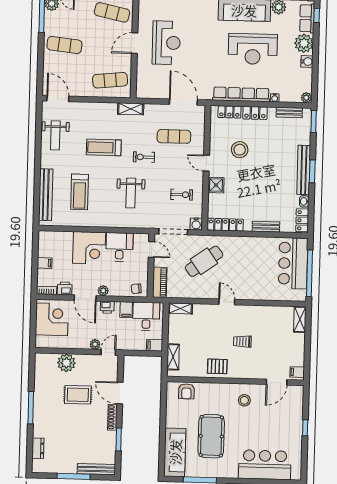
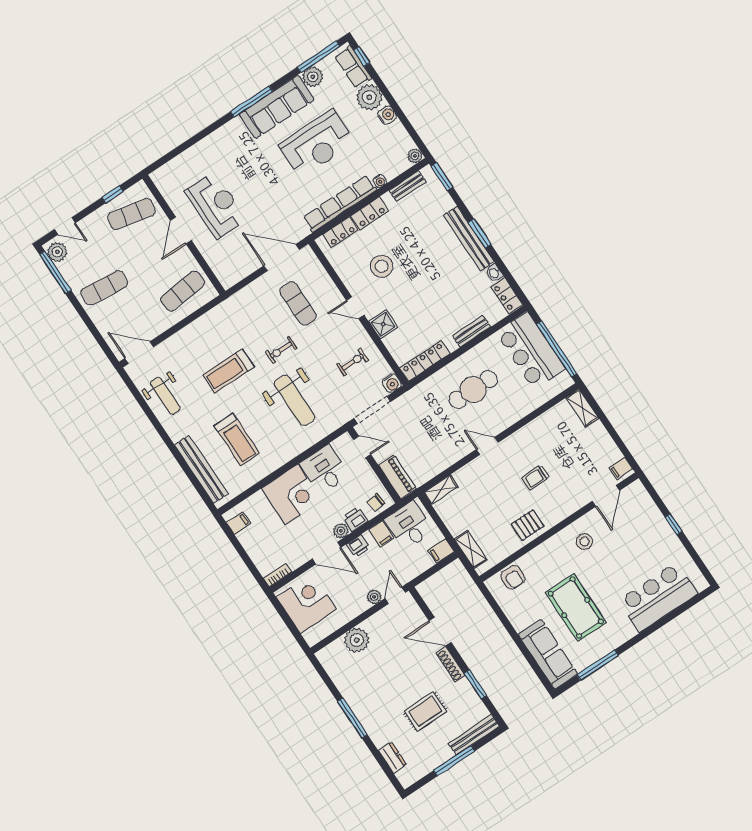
shelving: (131, 109) -> (228, 307), removed
exercise mat: (174, 136) -> (298, 303), turned 90
weight bench: (131, 193) -> (295, 400), width x1.36, depth x1.33
cafe table: (204, 261) -> (473, 390), moved, turned 36
filing cabinet: (45, 263) -> (238, 523), moved
printer: (65, 288) -> (355, 519), moved
rug: (78, 395) -> (425, 711), moved

